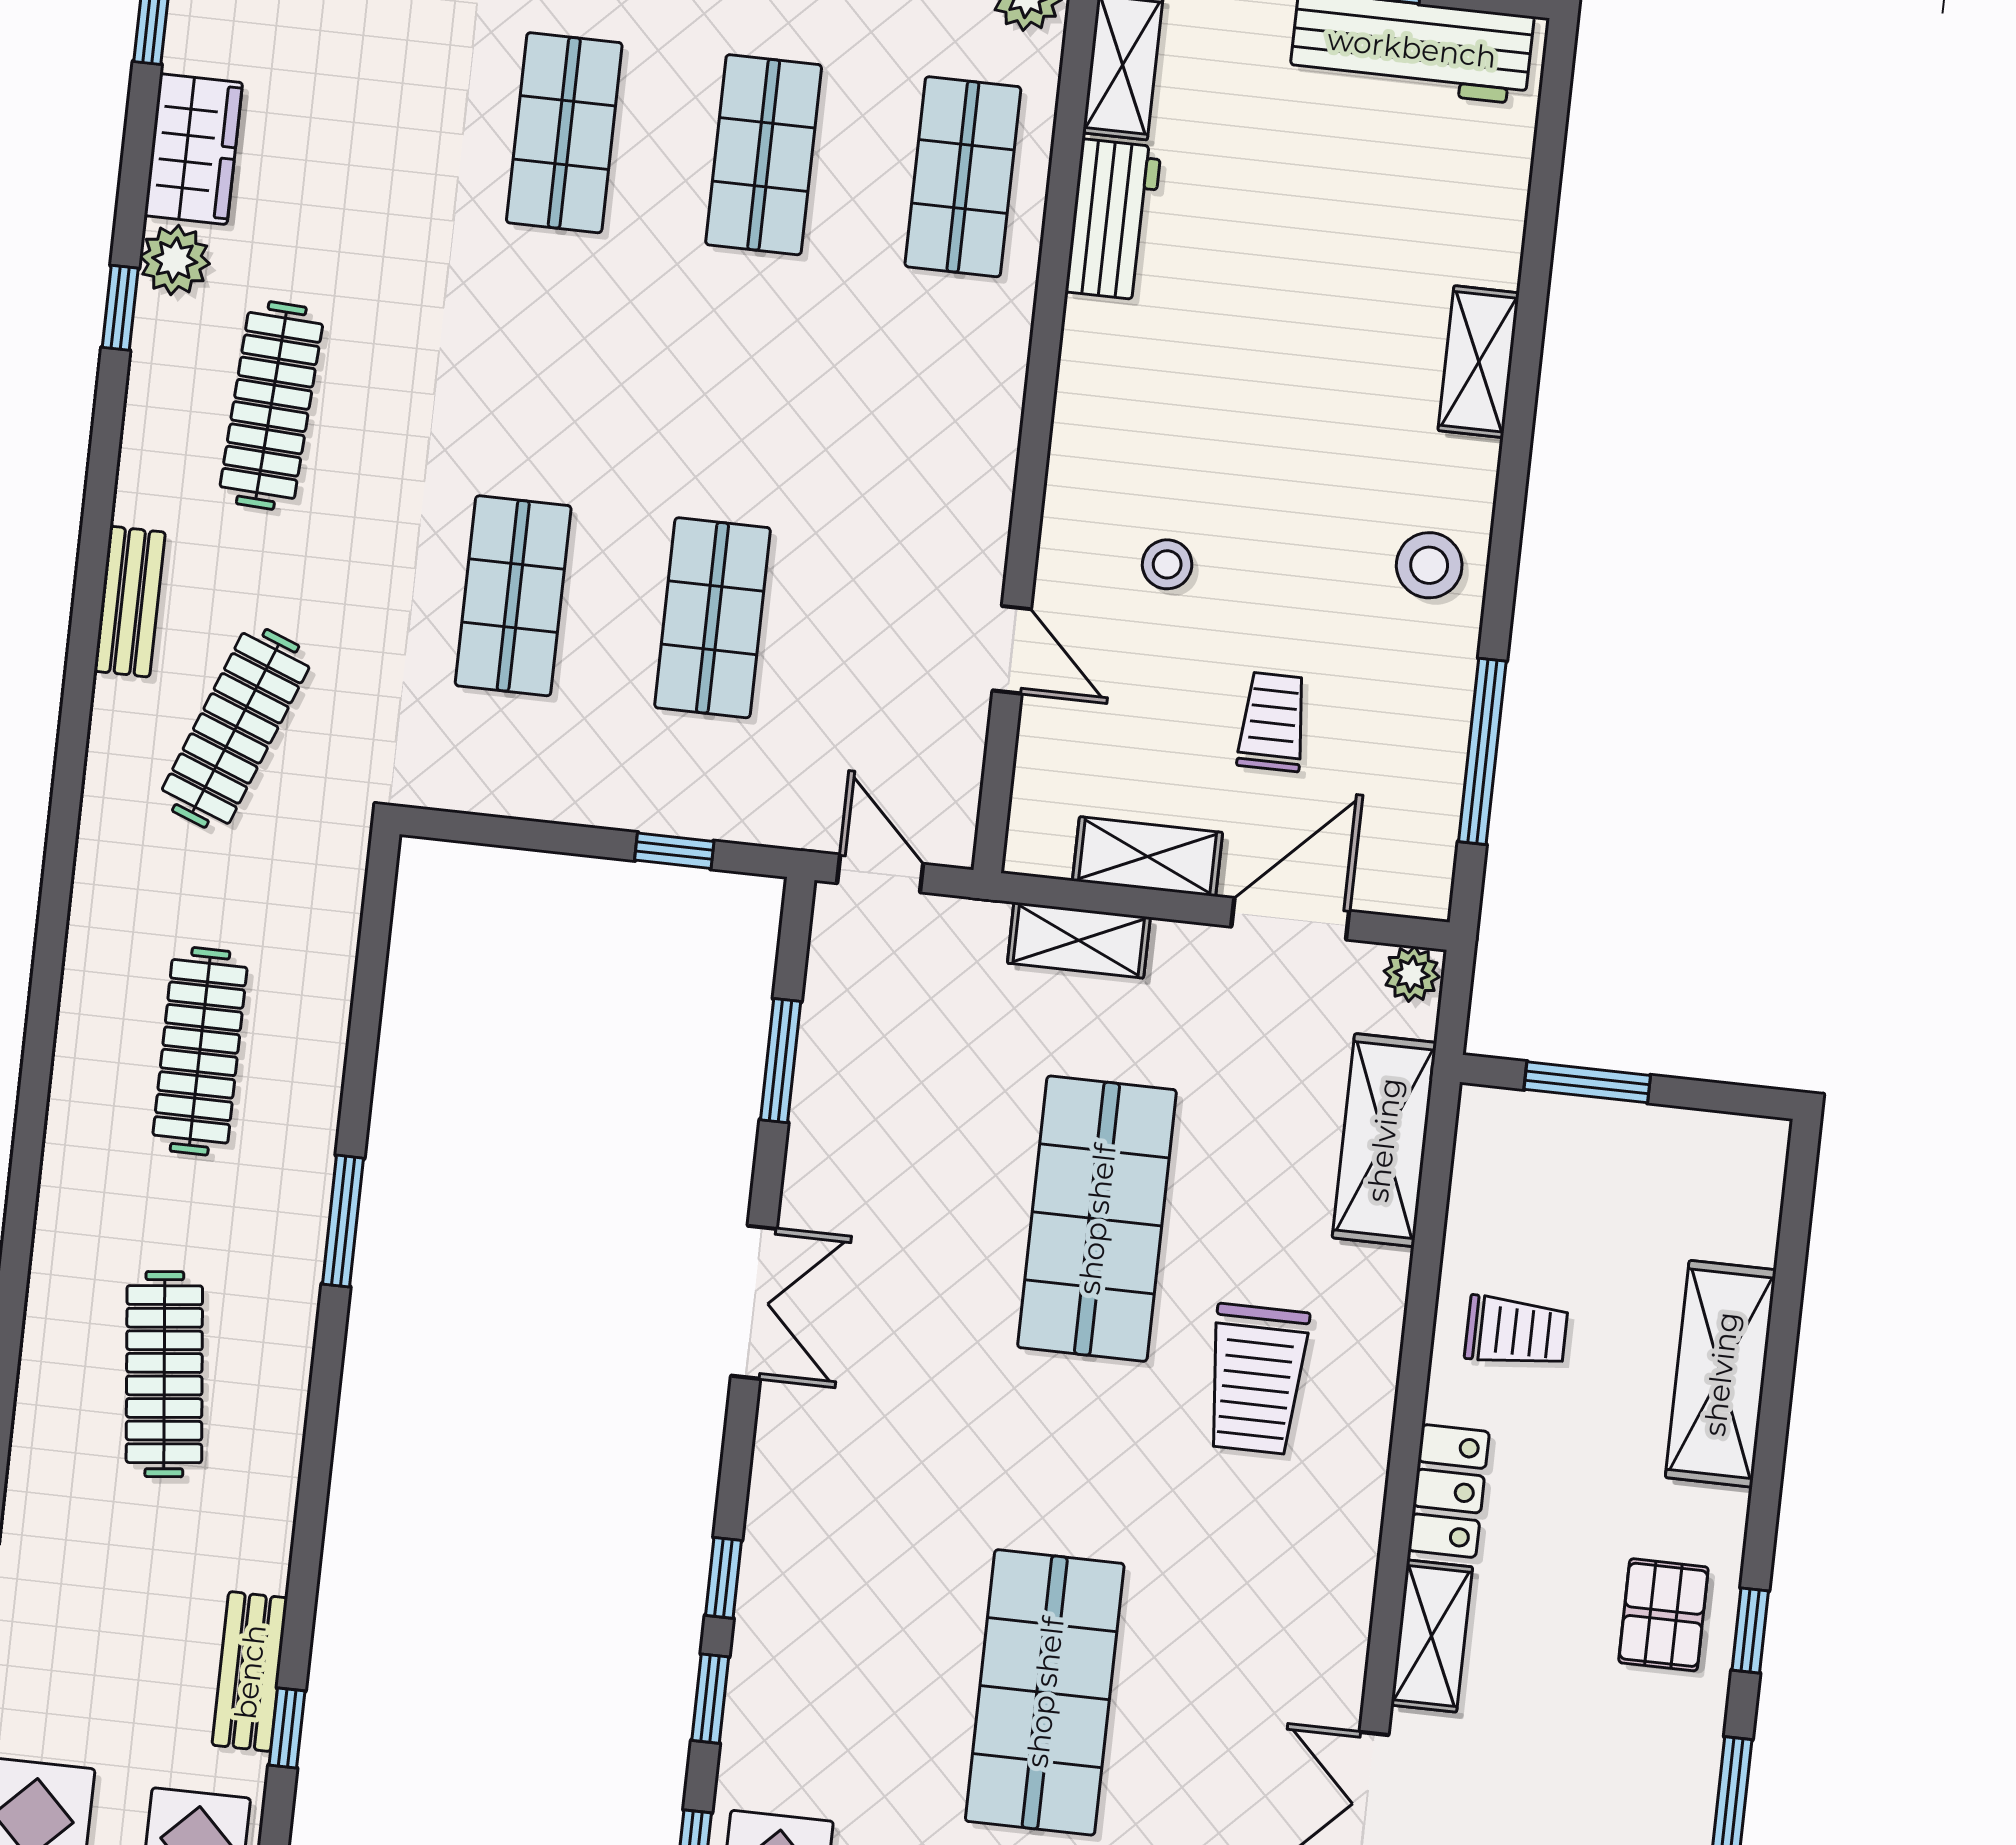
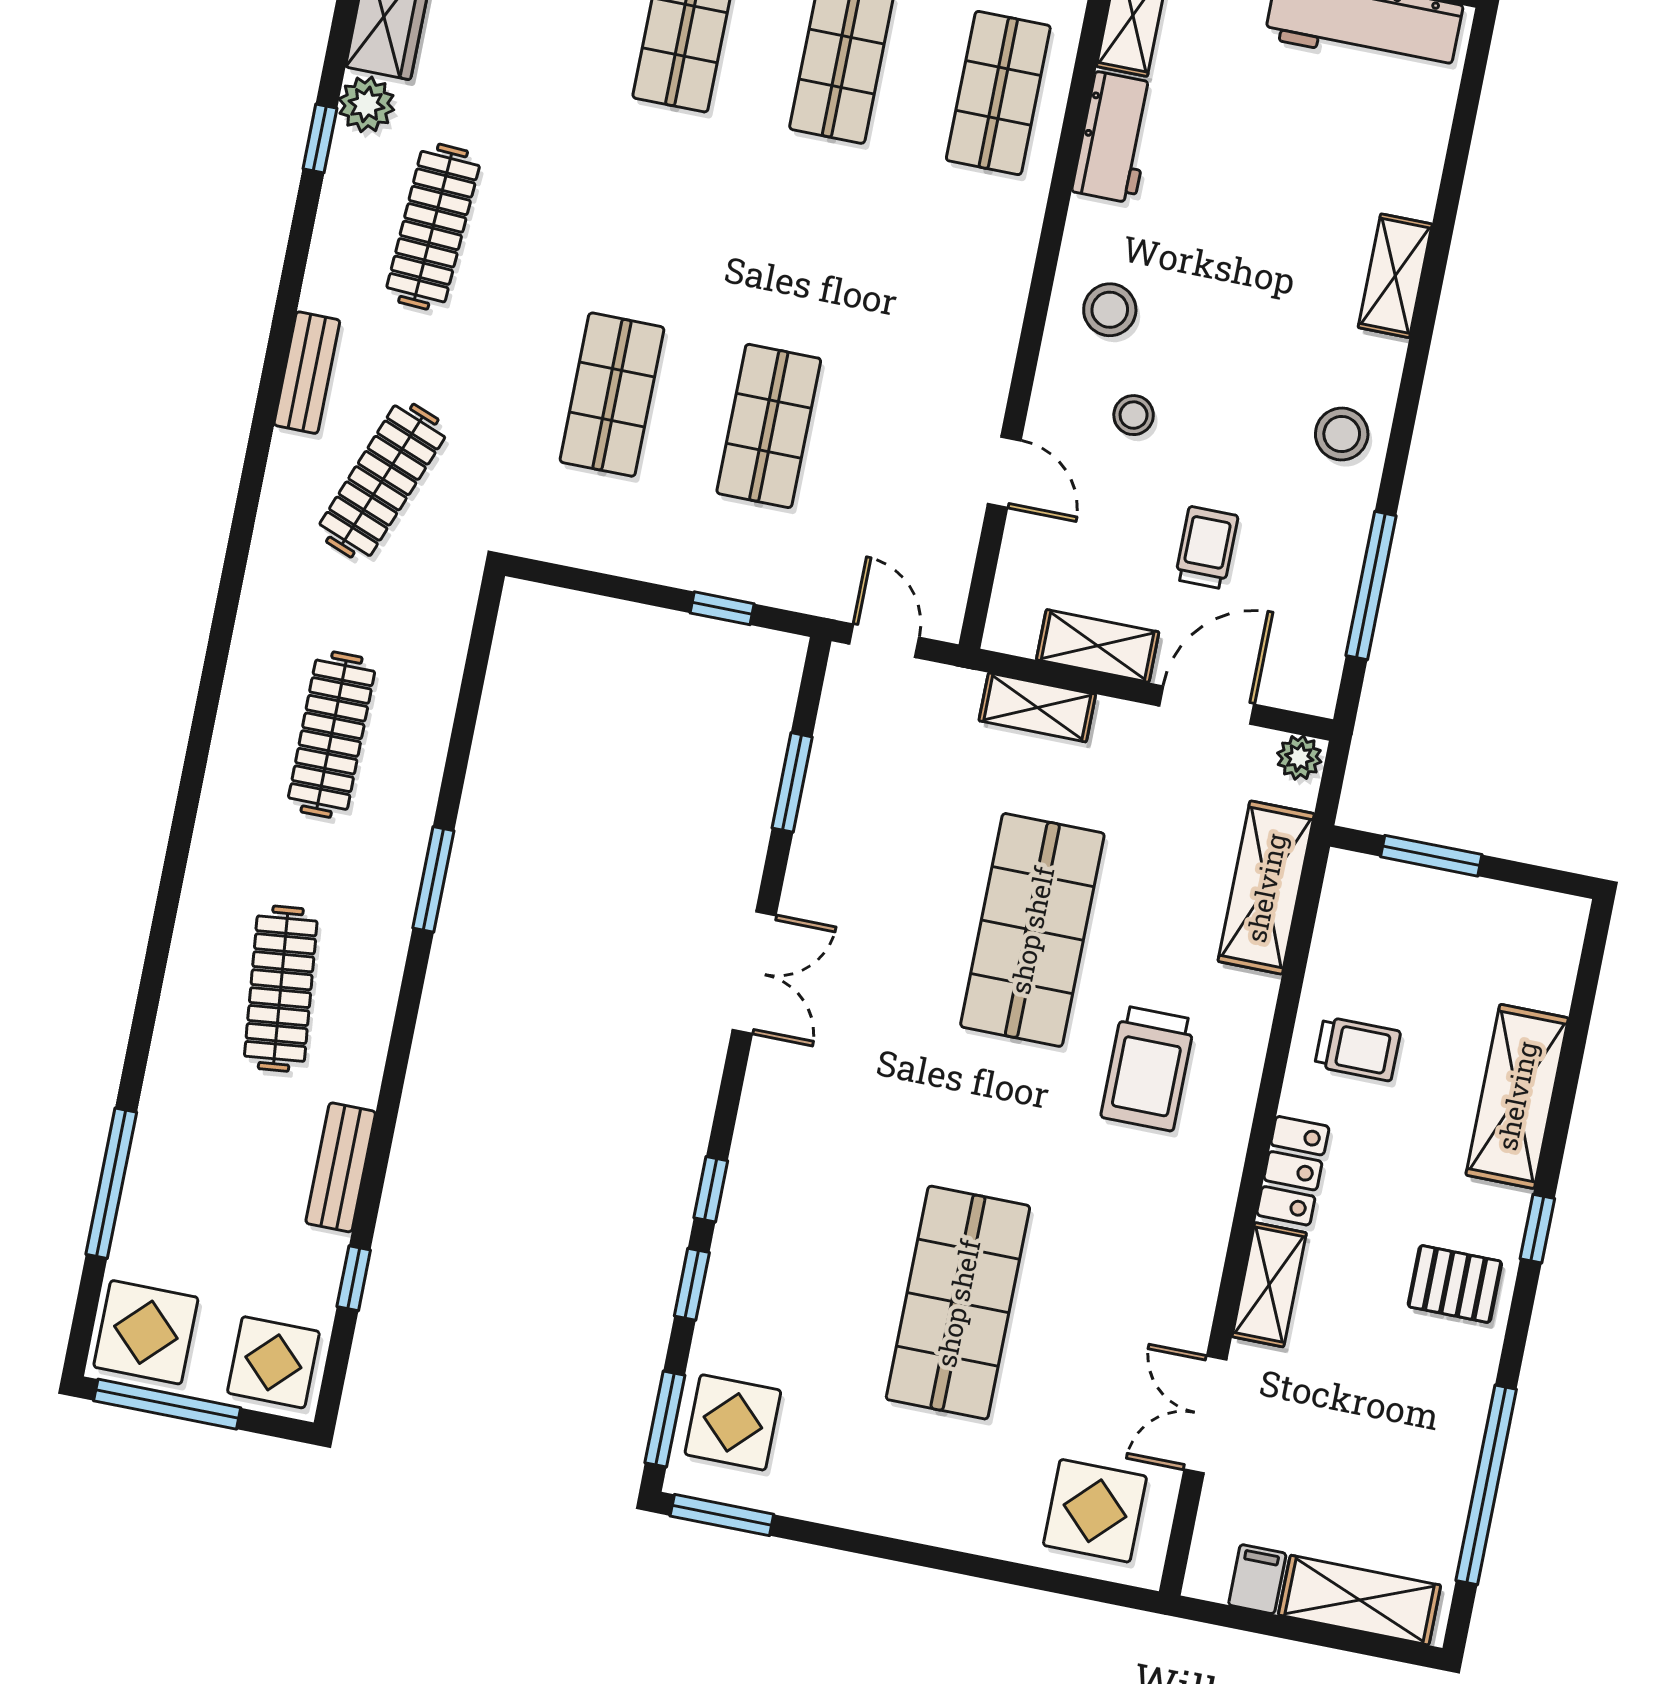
stool: (1126, 435) -> (1110, 310), added
pallet: (1663, 1615) -> (1455, 1284), turned 90
window: (1750, 1630) -> (1537, 1229), moved
bench: (250, 1672) -> (341, 1167), moved

